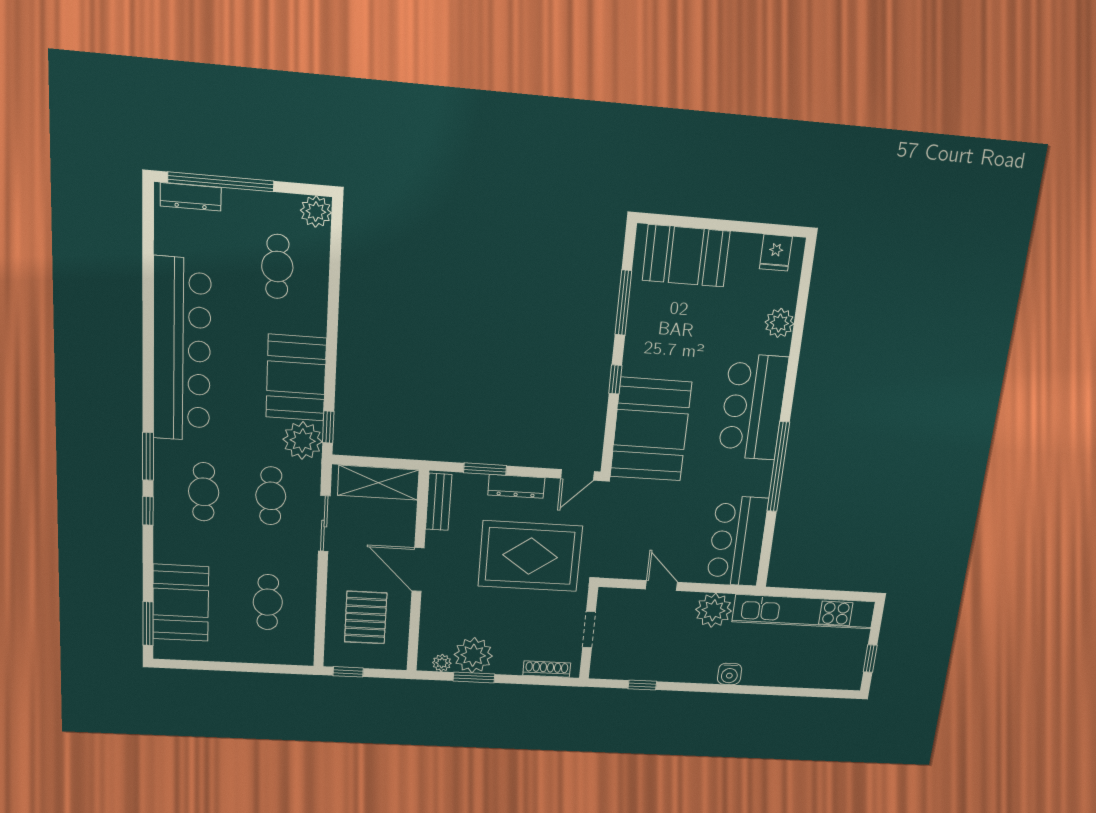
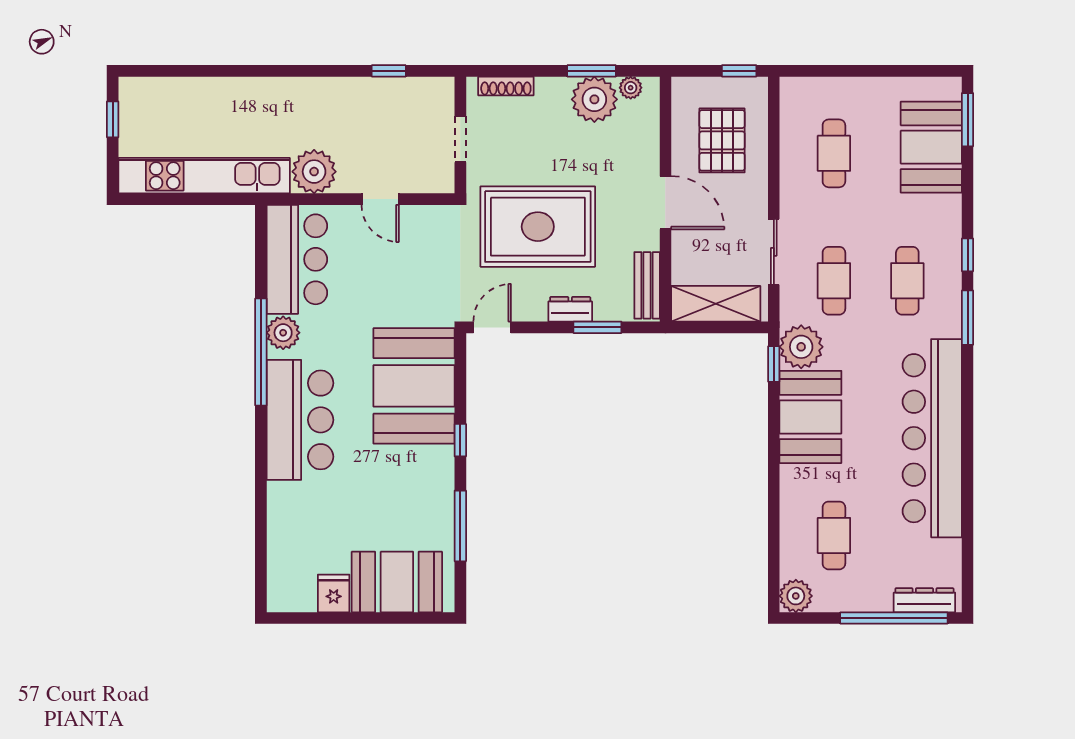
fridge: (776, 253) -> (334, 593), moved
plant: (779, 323) -> (283, 333), moved
dresser: (516, 486) -> (570, 309), width x0.70
water cooler: (730, 674) -> (284, 91), removed

